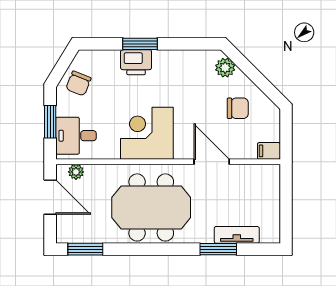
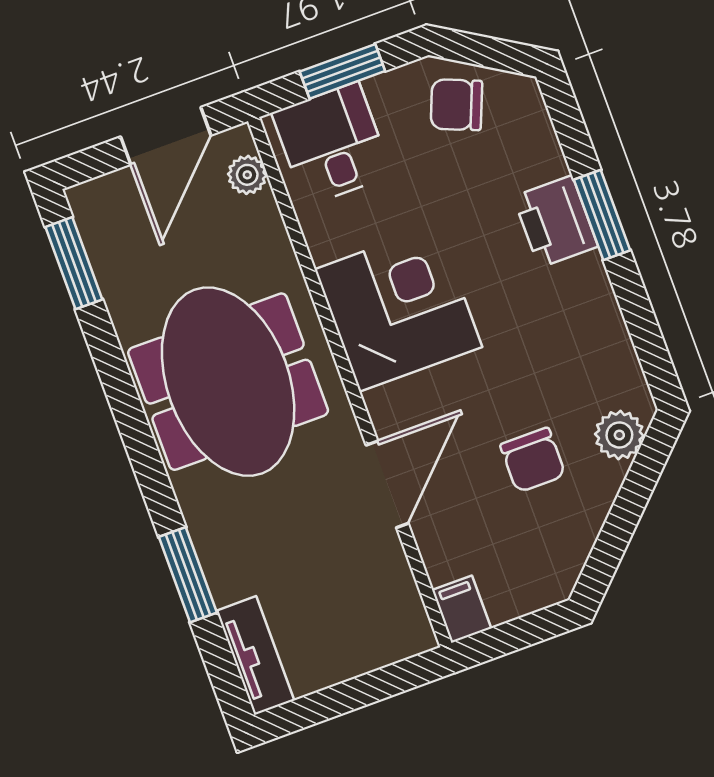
chair: (238, 108) -> (533, 460), moved
tv unit: (237, 235) -> (255, 656), moved

